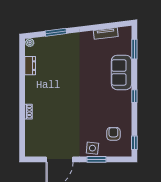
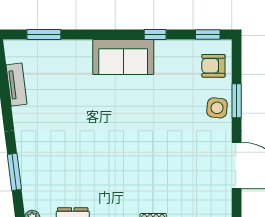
sofa: (121, 72) -> (123, 57), moved
window: (134, 96) -> (155, 35), moved
armchair: (113, 134) -> (213, 66), moved

